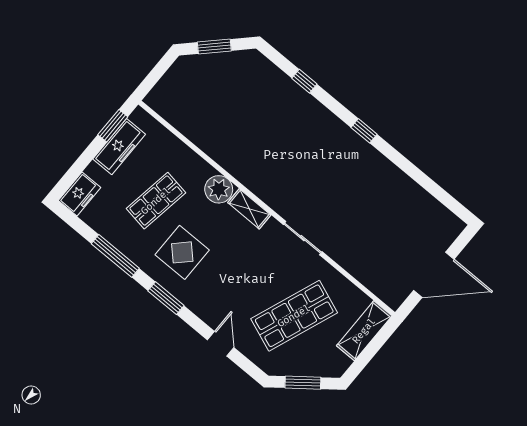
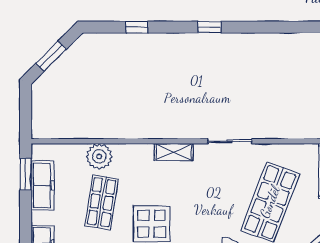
plant: (219, 189) -> (99, 156), moved

